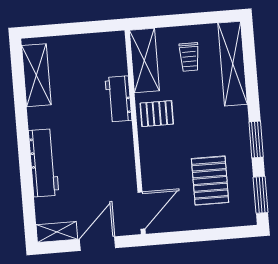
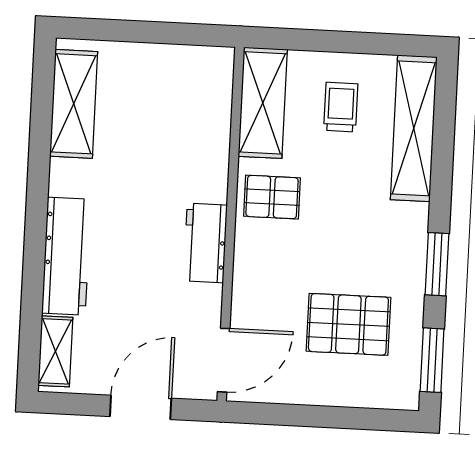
trolley: (189, 57) -> (341, 107), turned 180
workbench: (118, 99) -> (205, 243), moved
pallet: (210, 181) -> (348, 324), turned 90
shelving: (57, 232) -> (55, 351), moved, turned 90

